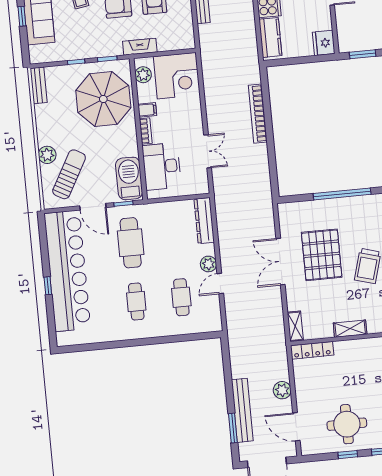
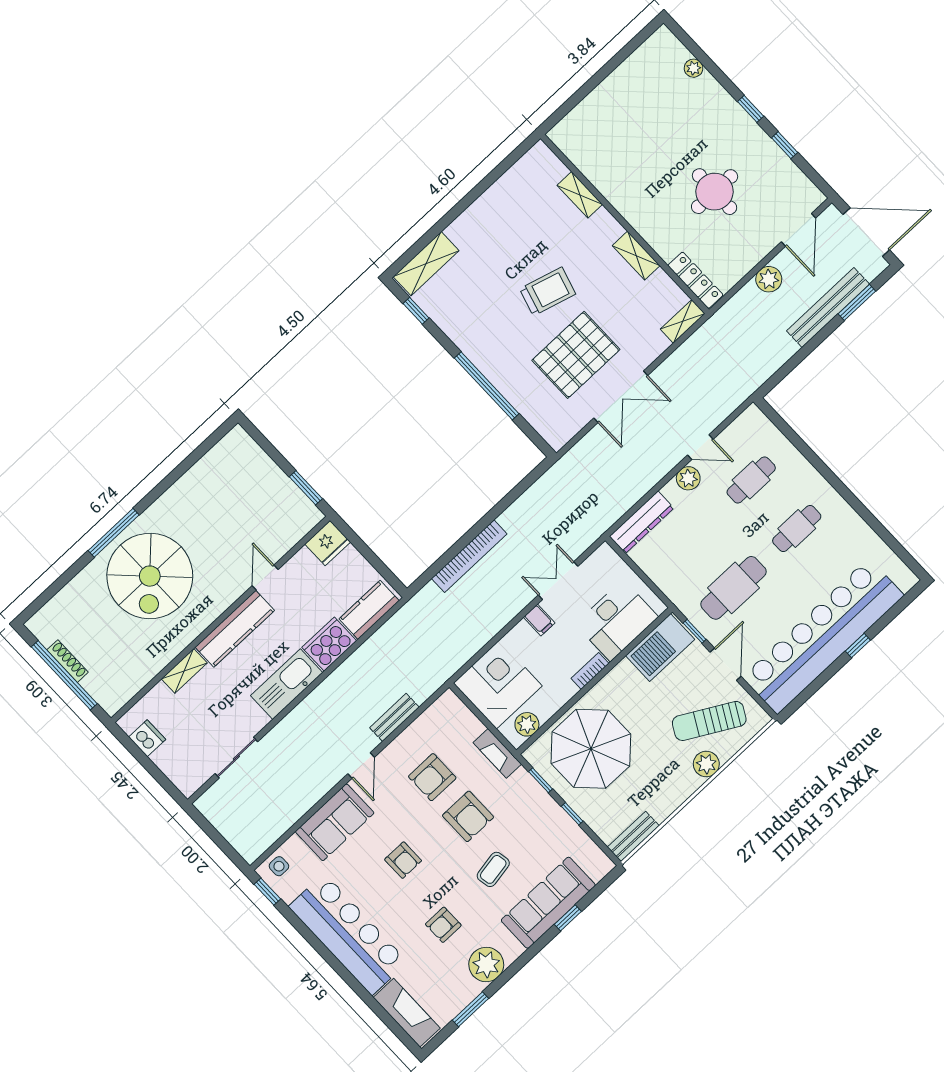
filing cabinet: (147, 110) -> (539, 620), moved, turned 180
round table: (347, 424) -> (715, 192), moved

